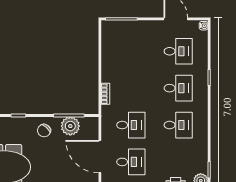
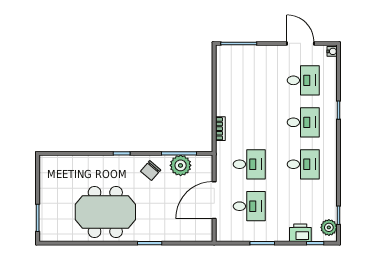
door: (100, 157) -> (214, 200), hinge flipped

